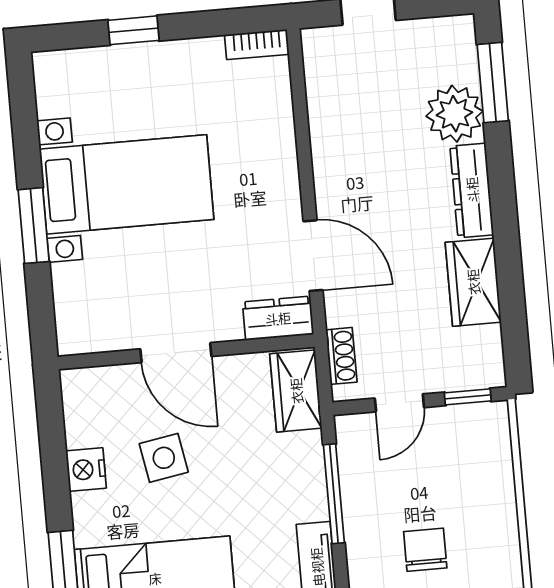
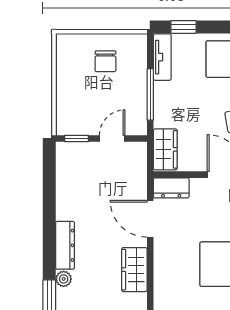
plant: (454, 114) -> (64, 279), width x0.53, depth x0.53
wardrobe: (473, 282) -> (134, 270), moved, turned 180
shoe rack: (341, 356) -> (140, 165), removed

